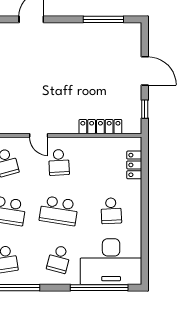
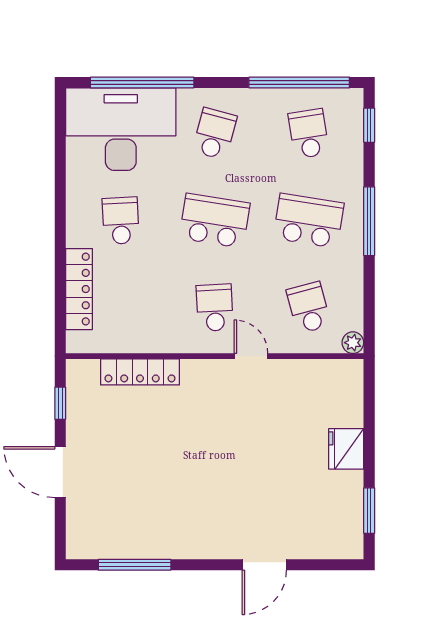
locker: (134, 165) -> (79, 289), width x1.53

